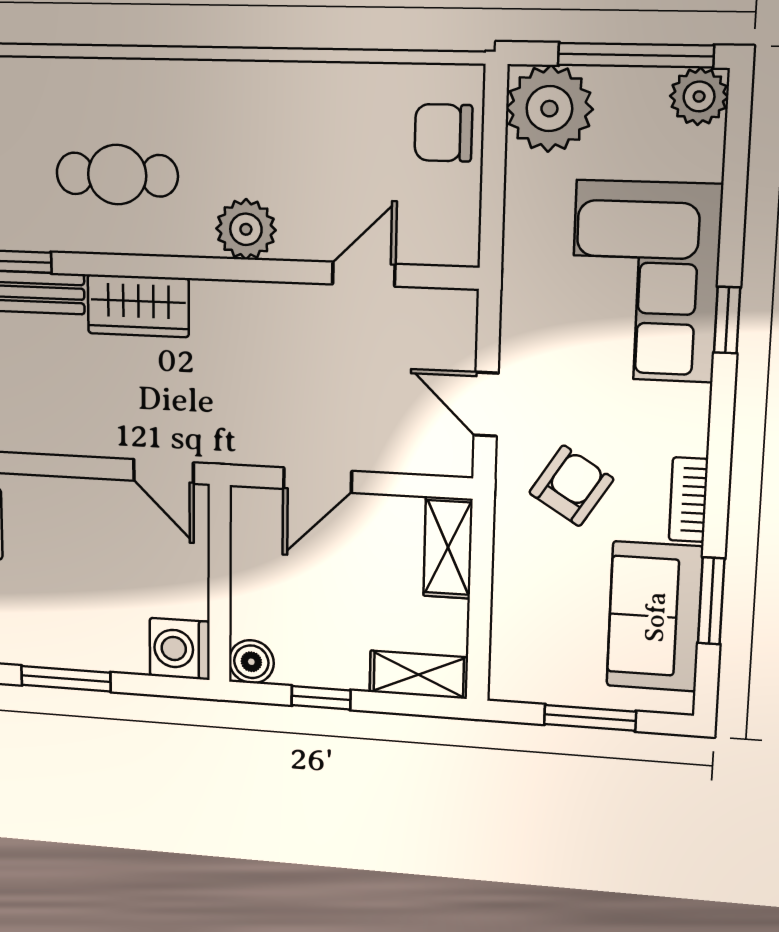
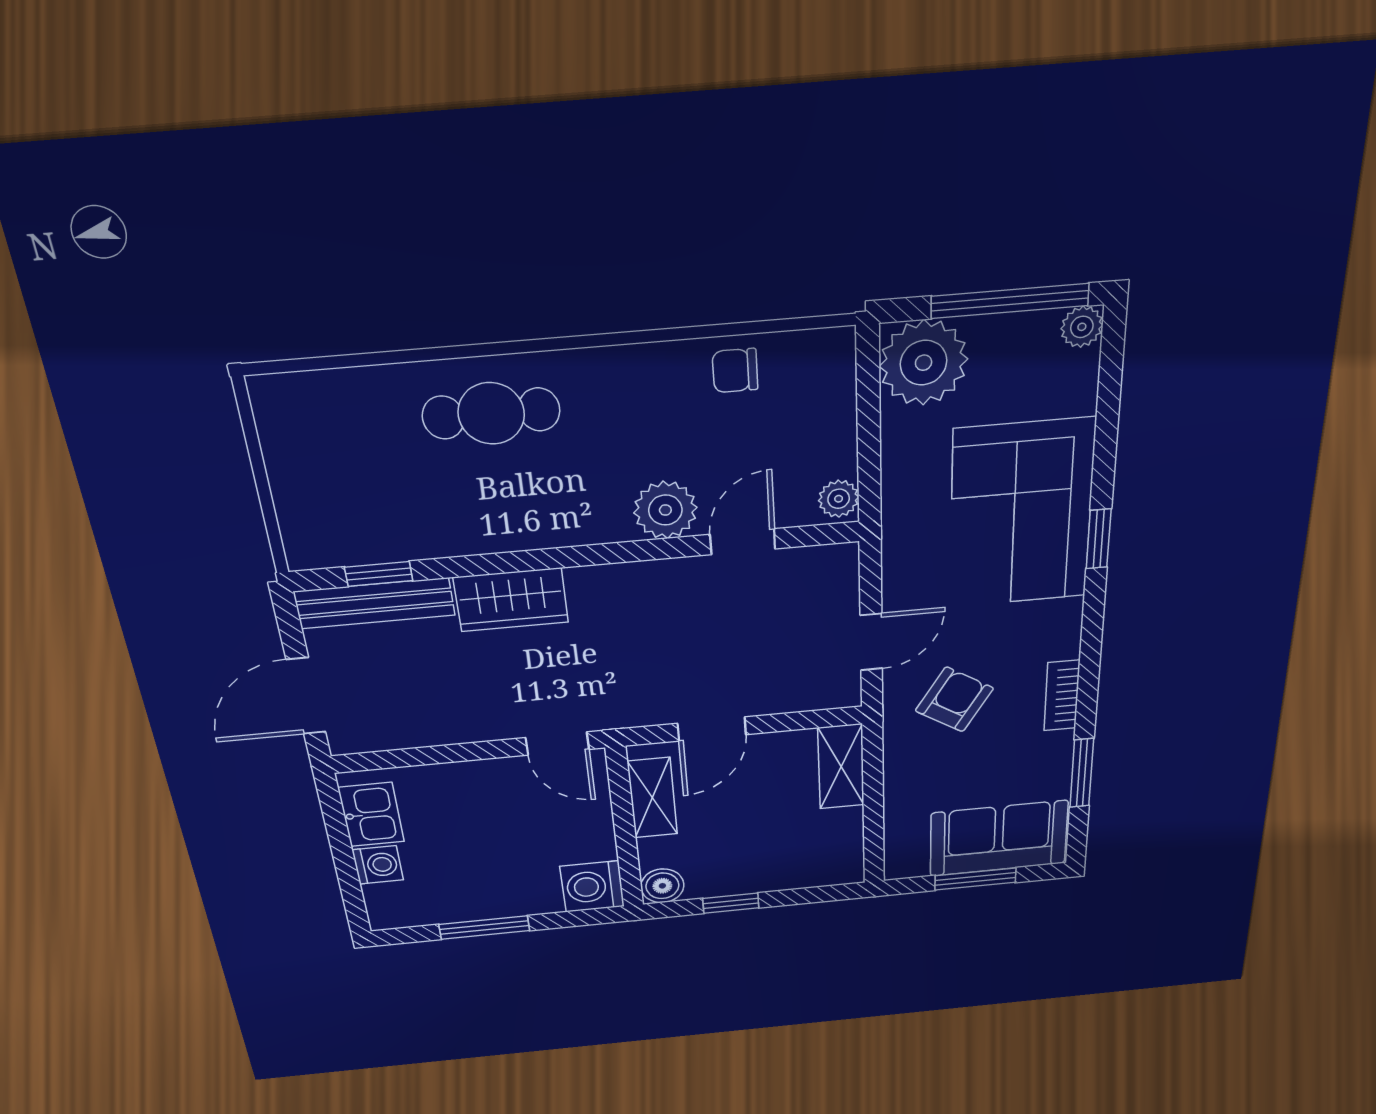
plant: (699, 96) -> (1082, 327), width x0.73, depth x0.73
chair: (443, 133) -> (735, 371), moved, width x0.73, depth x0.73
cafe table: (117, 175) -> (491, 413), moved
plant: (246, 229) -> (665, 510), moved
plant: (460, 240) -> (839, 499), added
door: (486, 404) -> (871, 642), swing flipped
sofa: (655, 617) -> (999, 838), moved, turned 90
shelving: (419, 675) -> (652, 798), moved, turned 90

